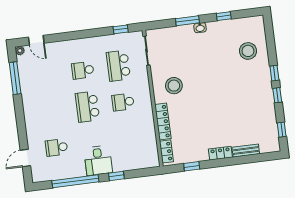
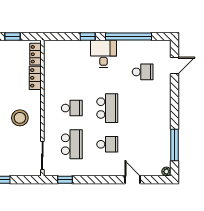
door: (36, 40) -> (133, 180), moved
locker: (163, 122) -> (35, 78), width x0.66

